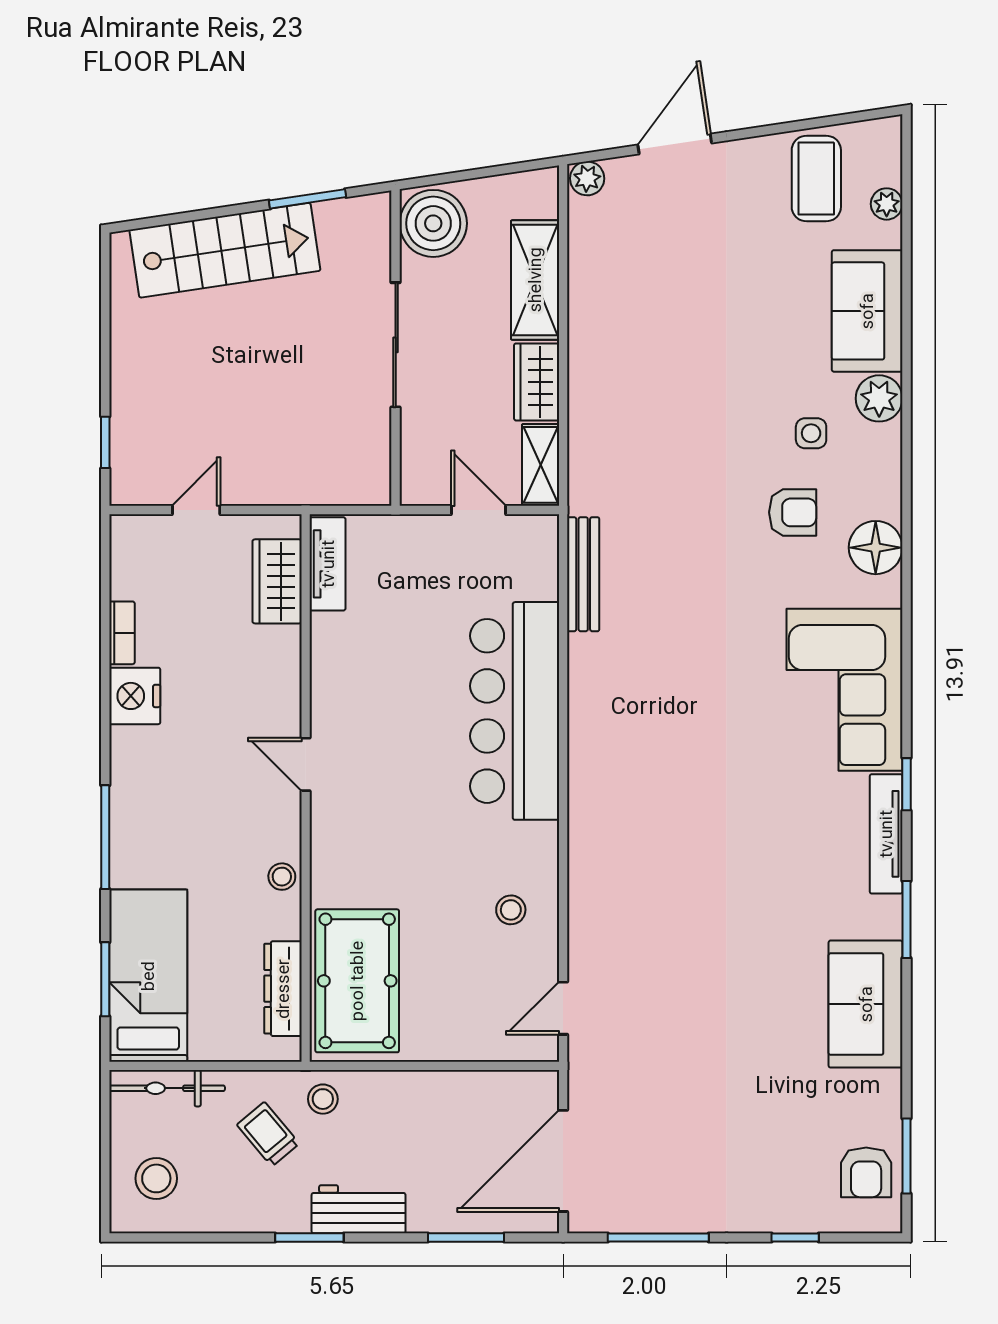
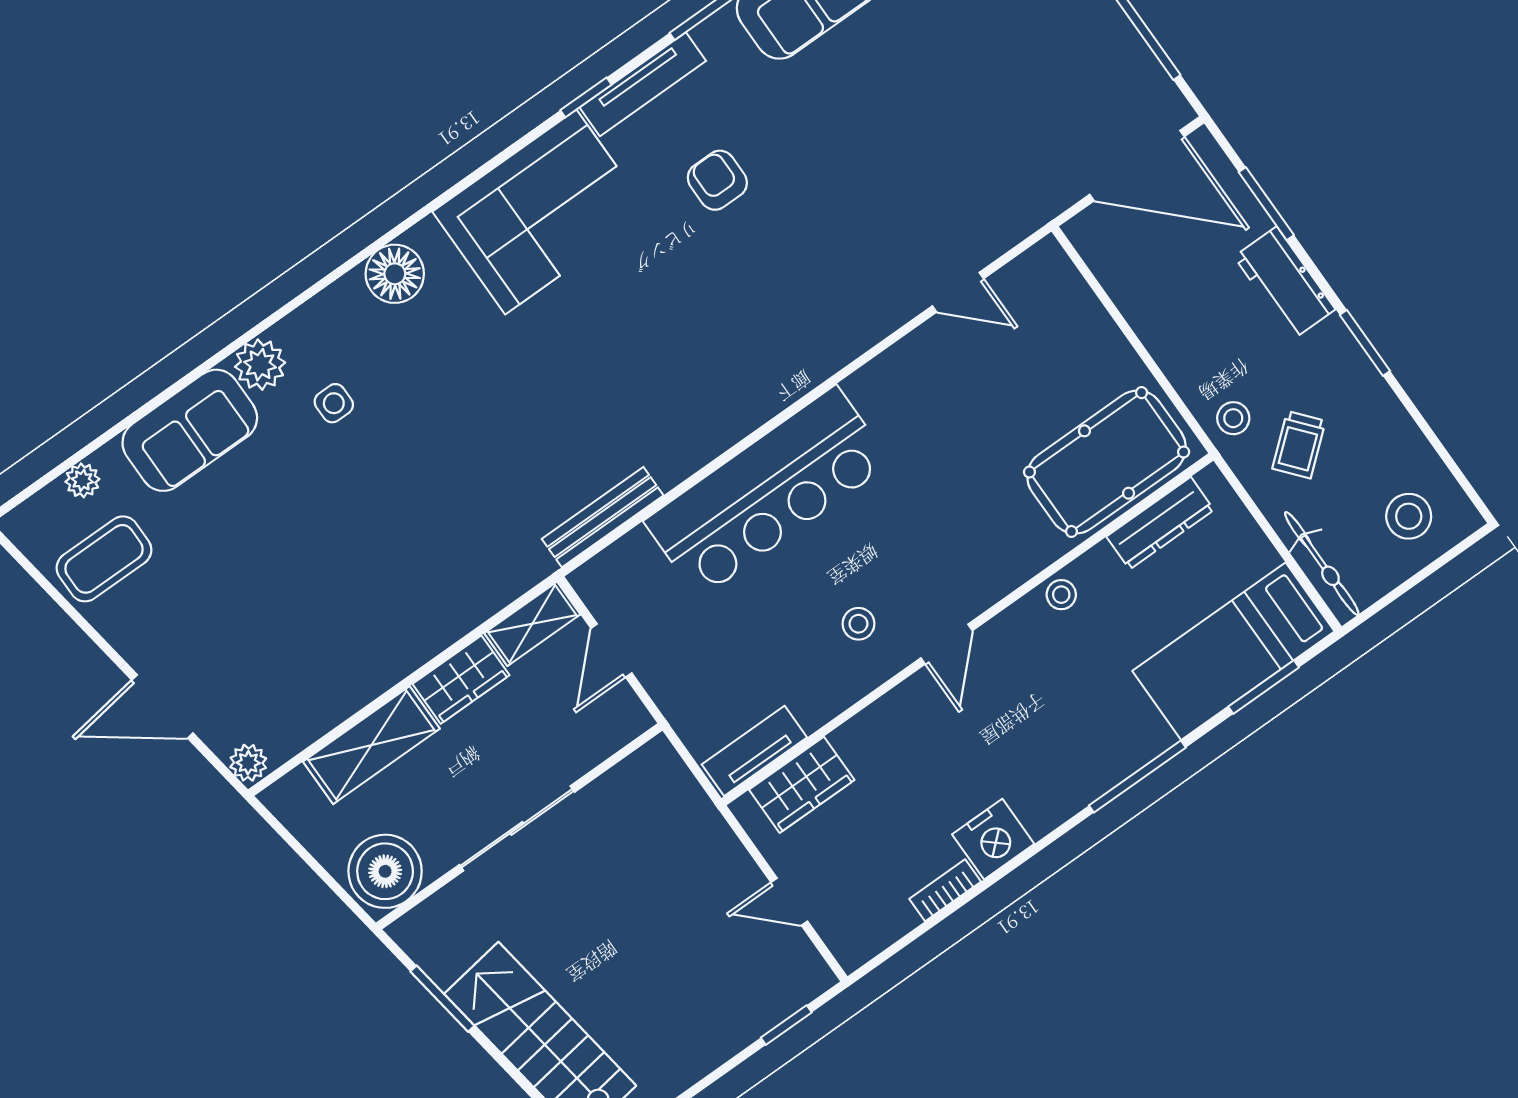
armchair: (793, 512) -> (717, 180), moved
stool: (511, 910) -> (858, 624), moved
door: (563, 1008) -> (958, 292), moved
workbench: (359, 1209) -> (1285, 283), moved

